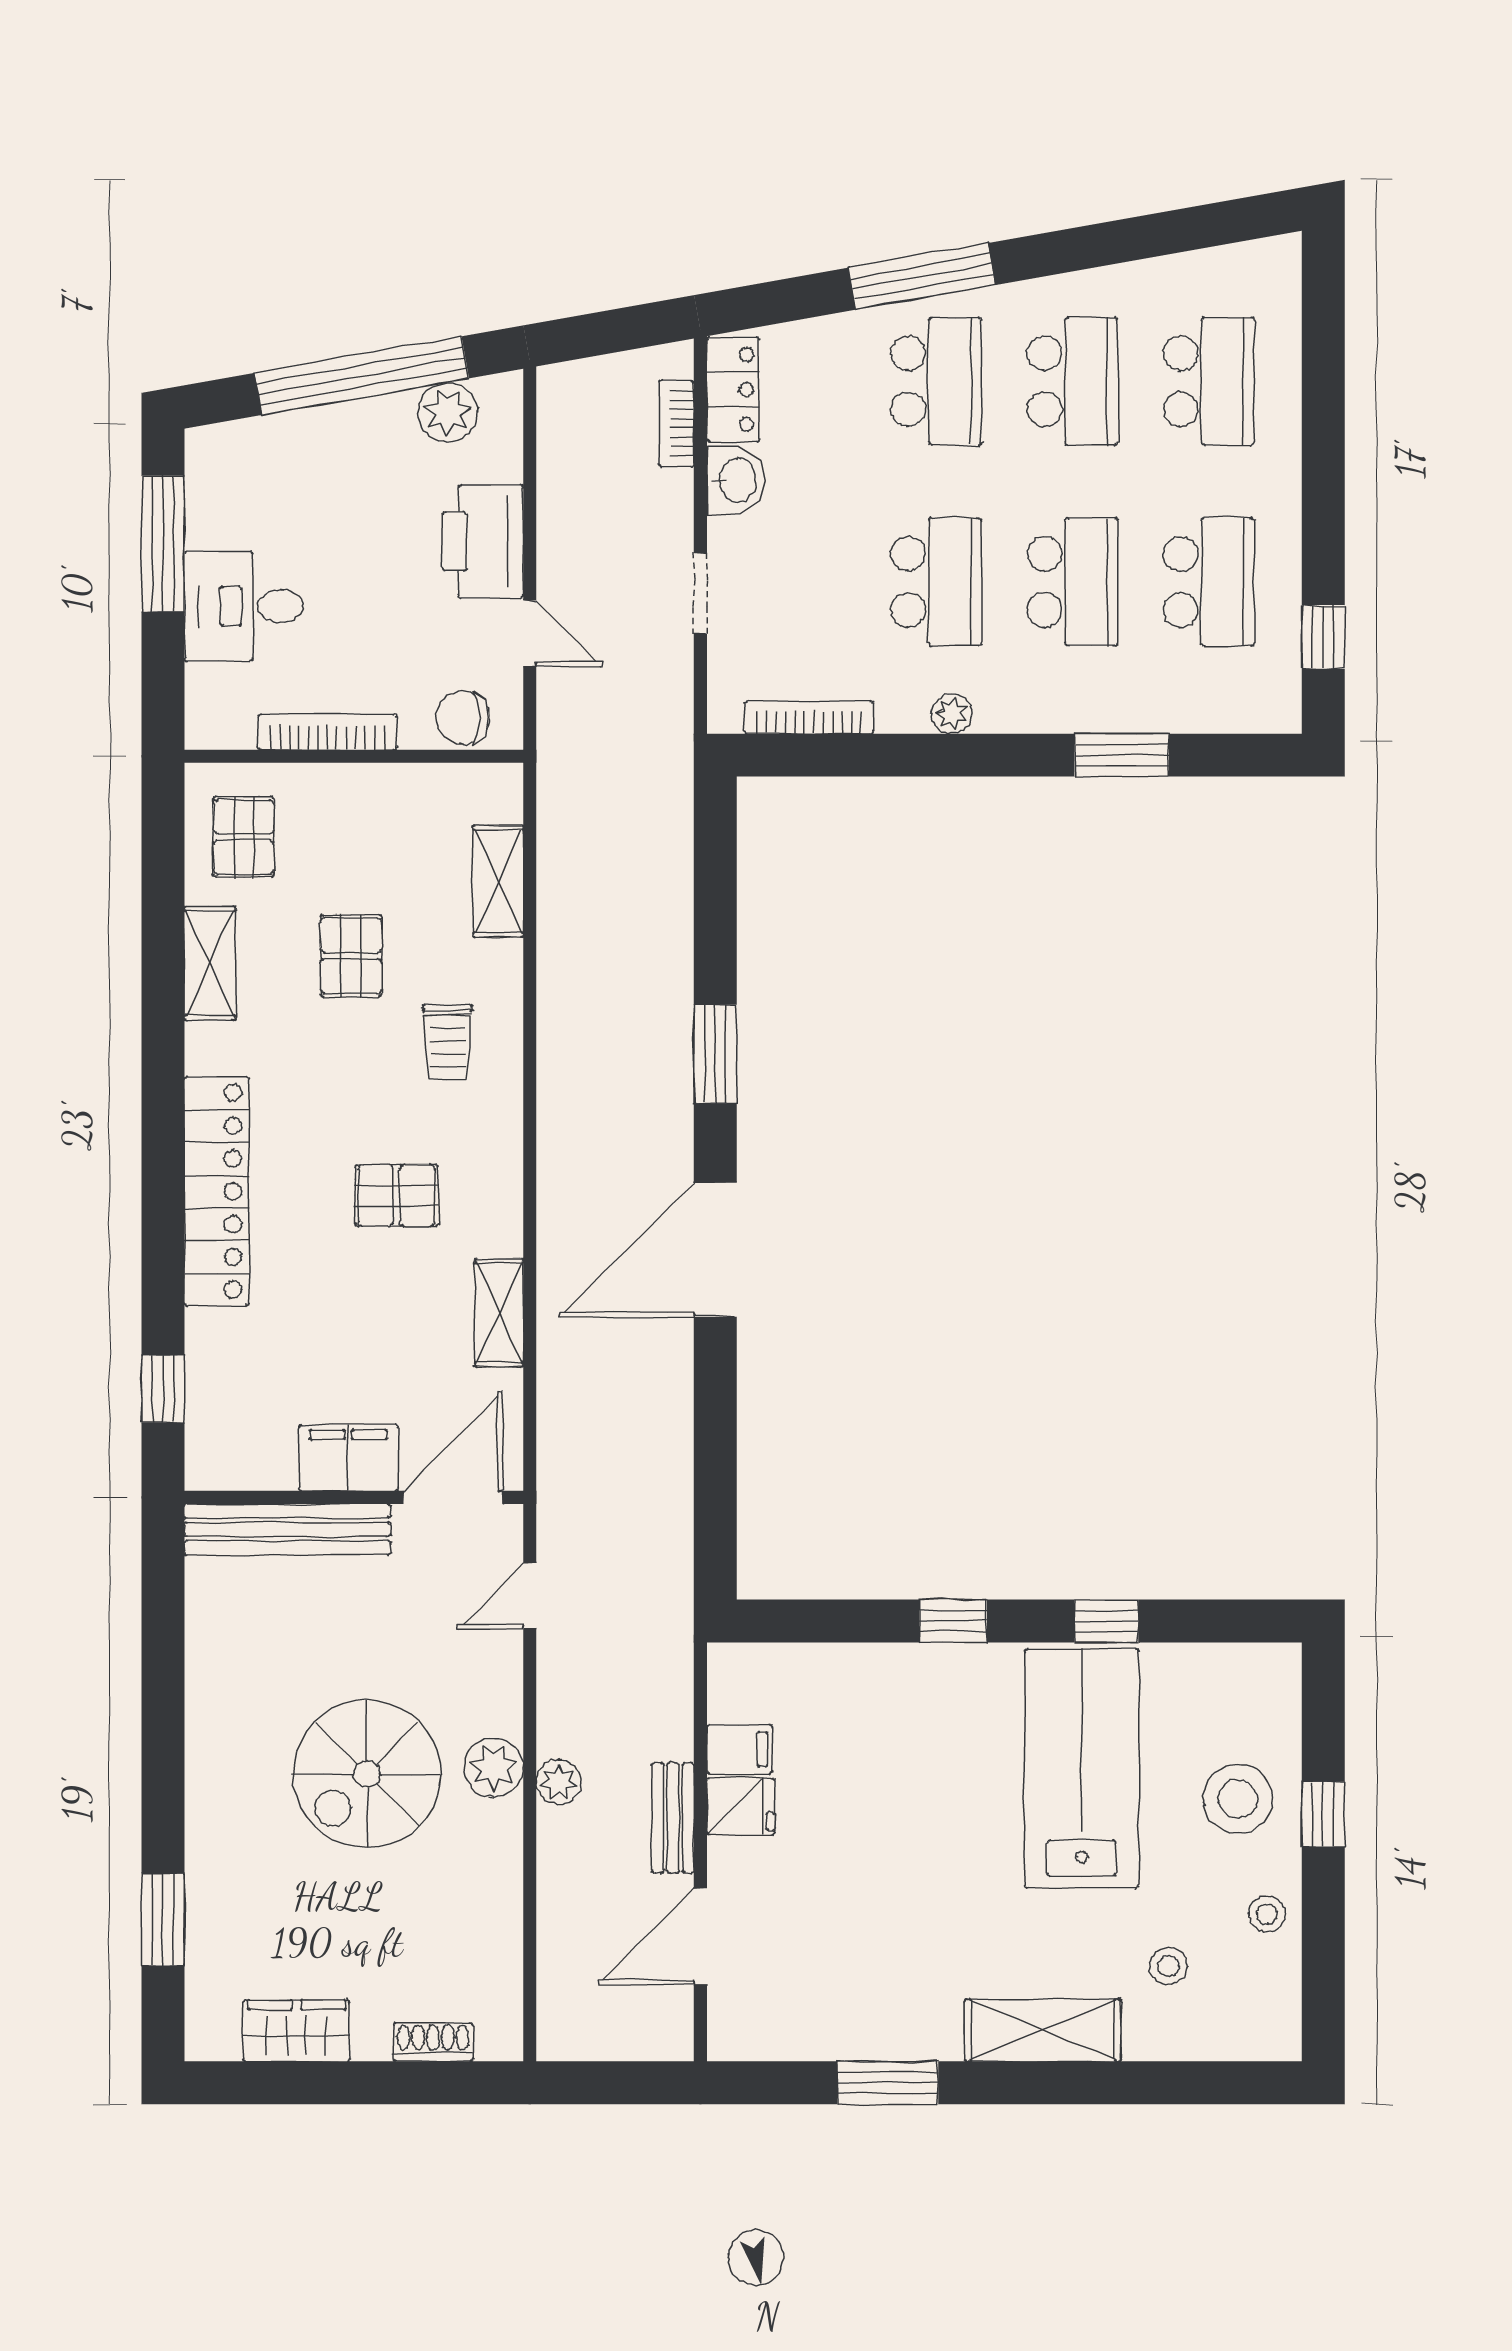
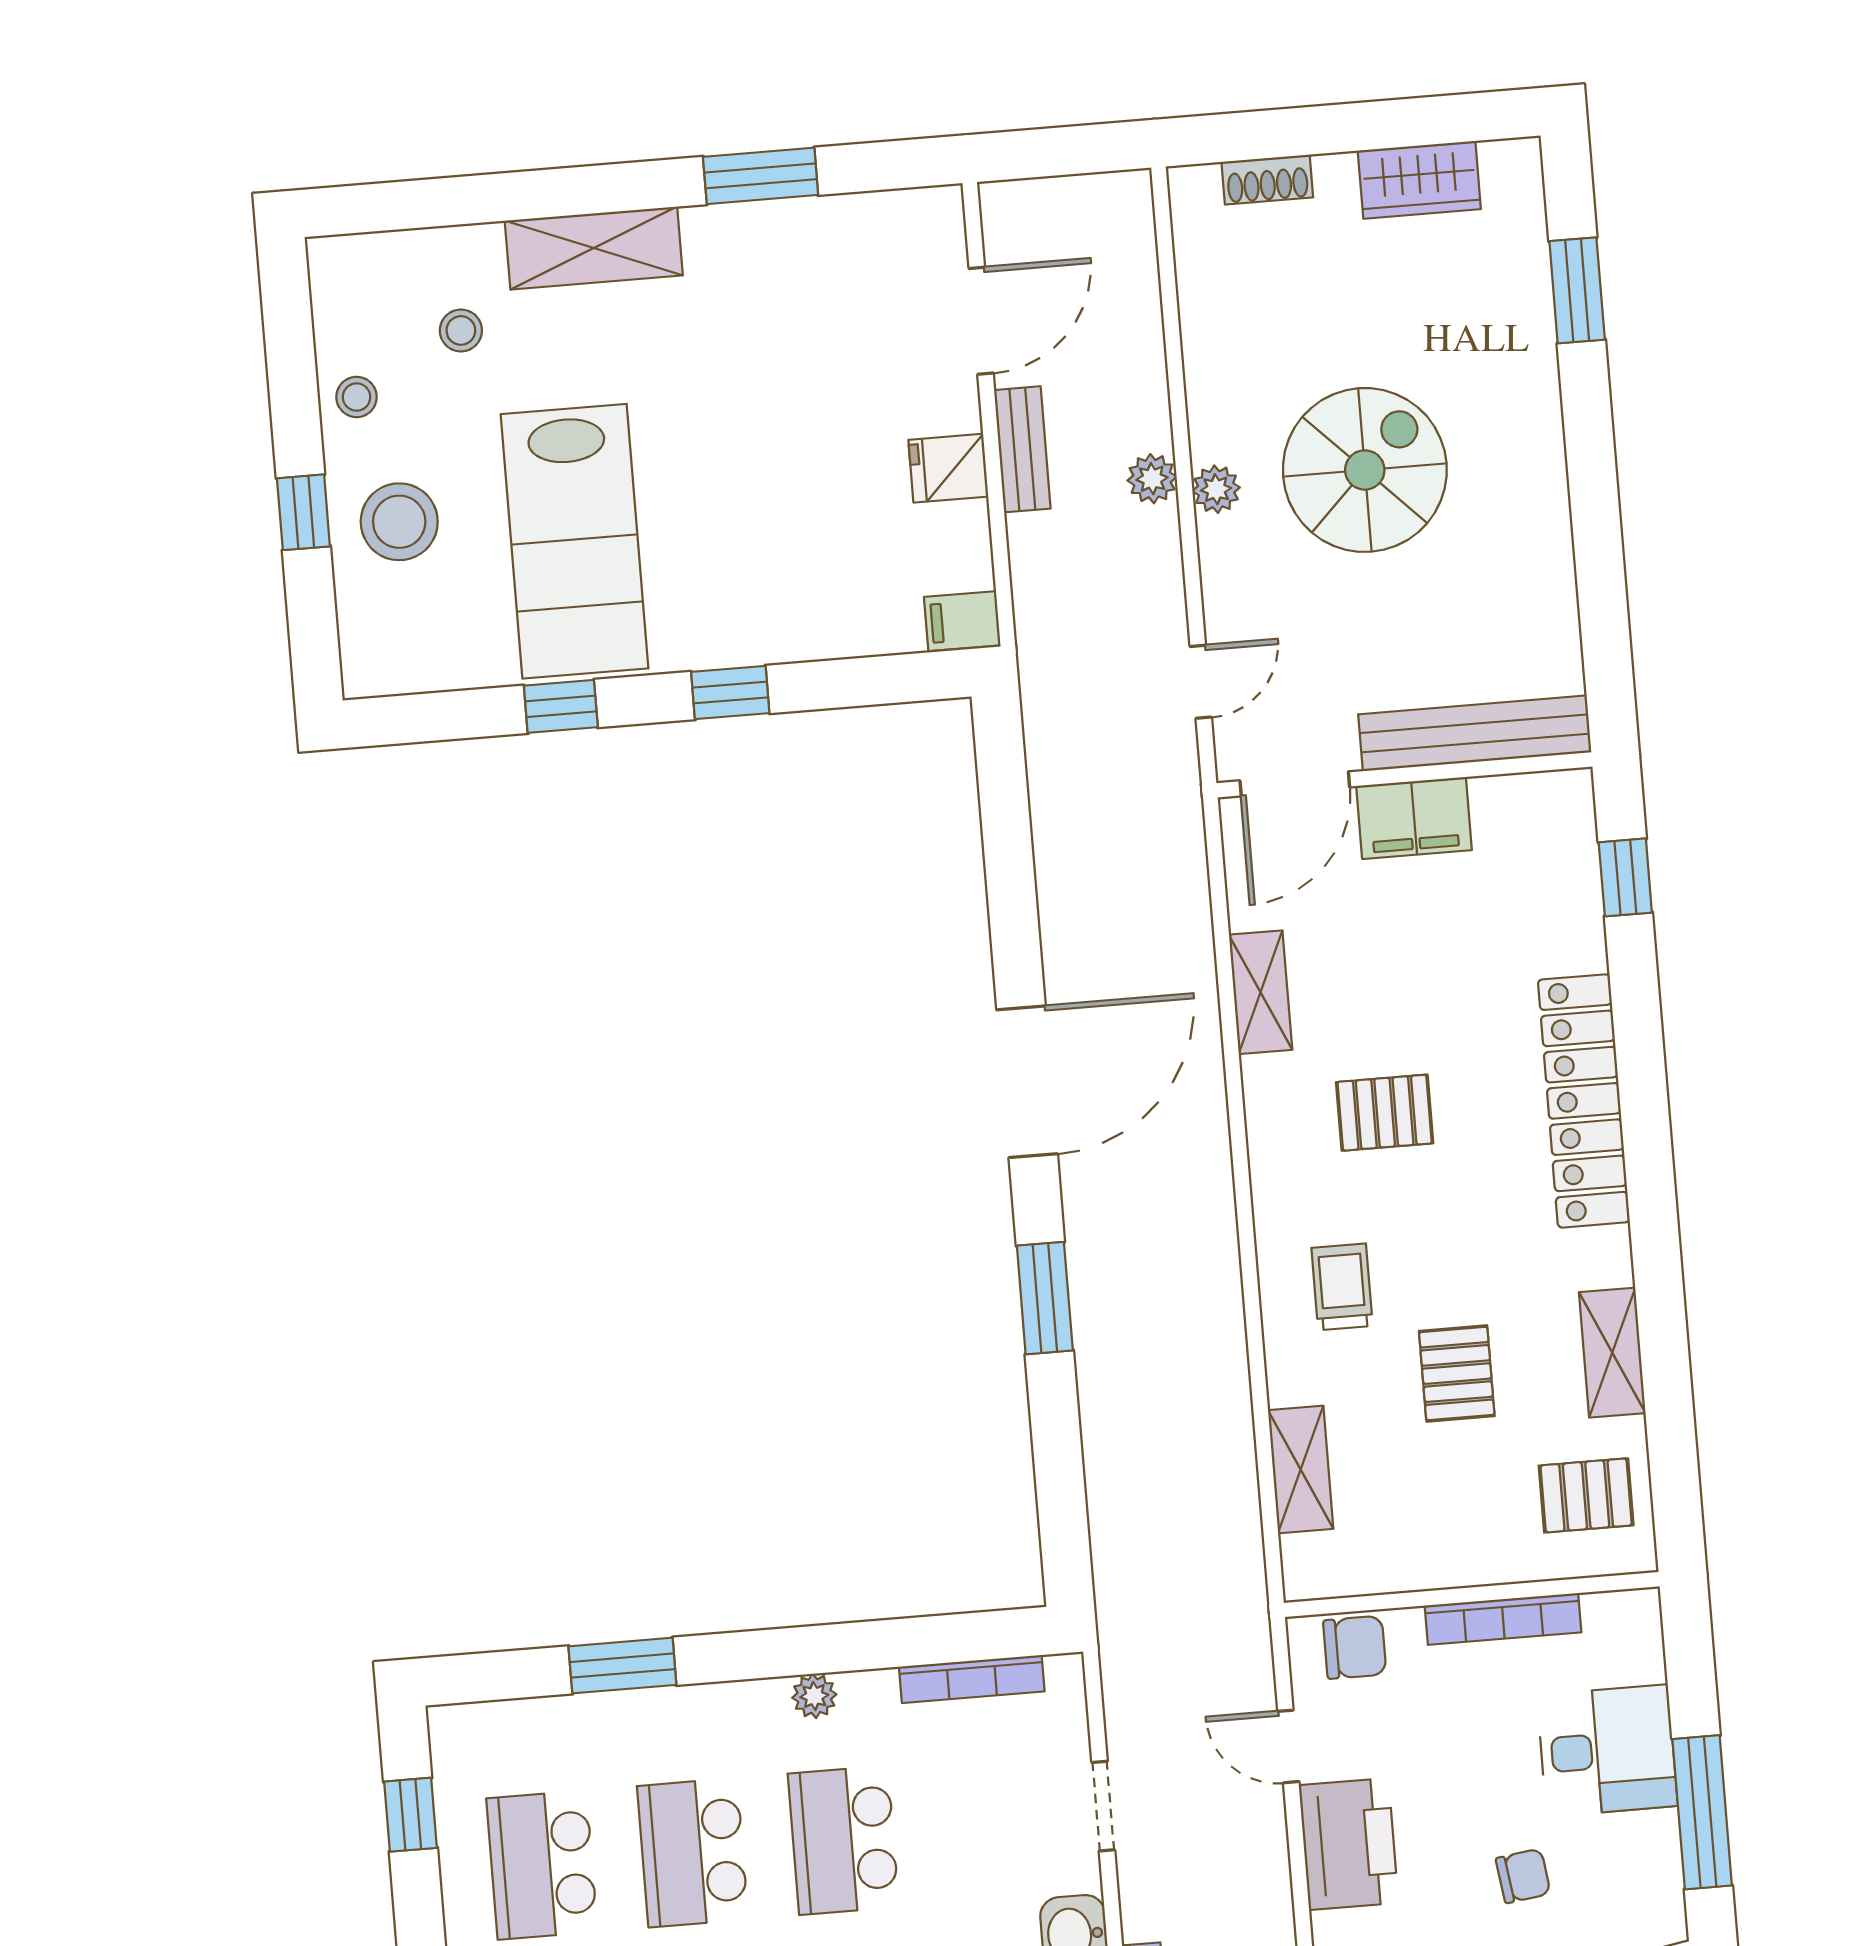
chair: (328, 500) -> (1523, 1876), added
pallet: (244, 837) -> (1586, 1495), turned 90
filing cabinet: (739, 1749) -> (962, 621), moved
plant: (494, 1768) -> (1216, 489), width x0.73, depth x0.73

